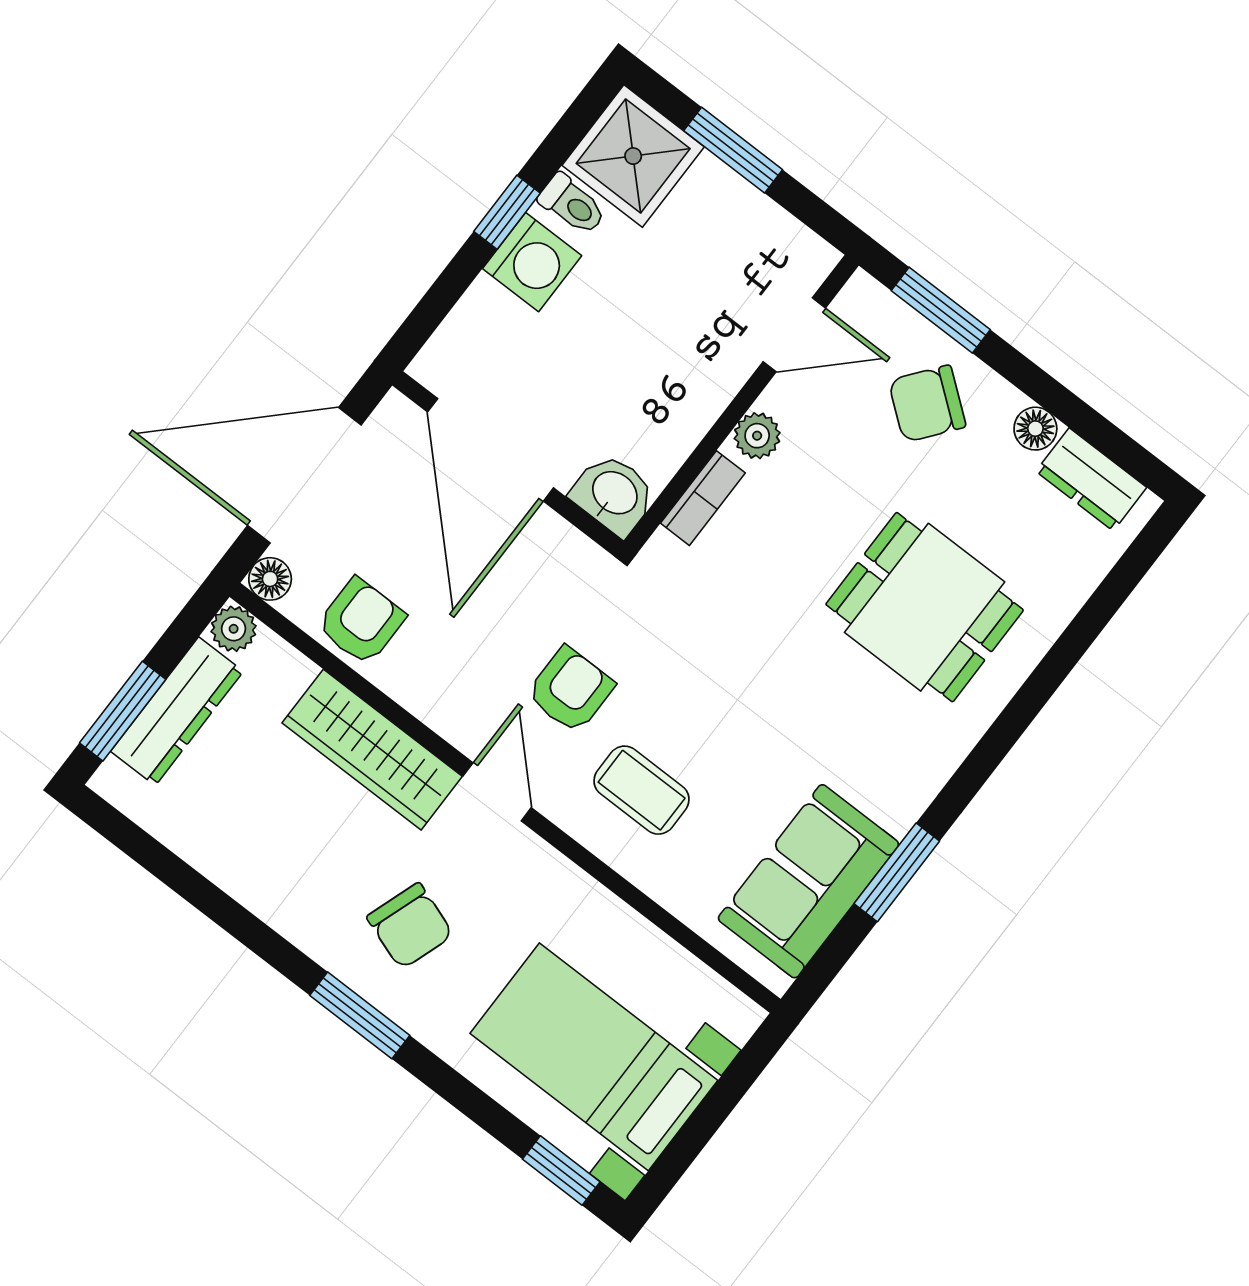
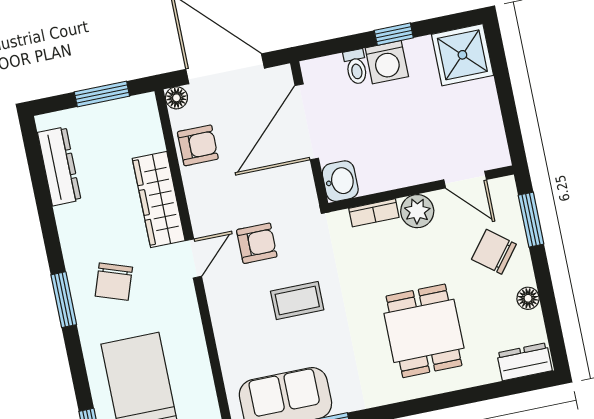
window: (733, 150) -> (504, 86), removed
toilet: (572, 204) -> (356, 67), moved
plant: (757, 436) -> (417, 211), width x1.38, depth x1.38
dresser: (1091, 479) -> (524, 362), moved, turned 90
plant: (234, 629) -> (145, 105), removed
window: (123, 711) -> (102, 94), moved
dresser: (177, 711) -> (59, 166), moved, turned -90
coffee table: (642, 790) -> (297, 301), moved, turned 90

